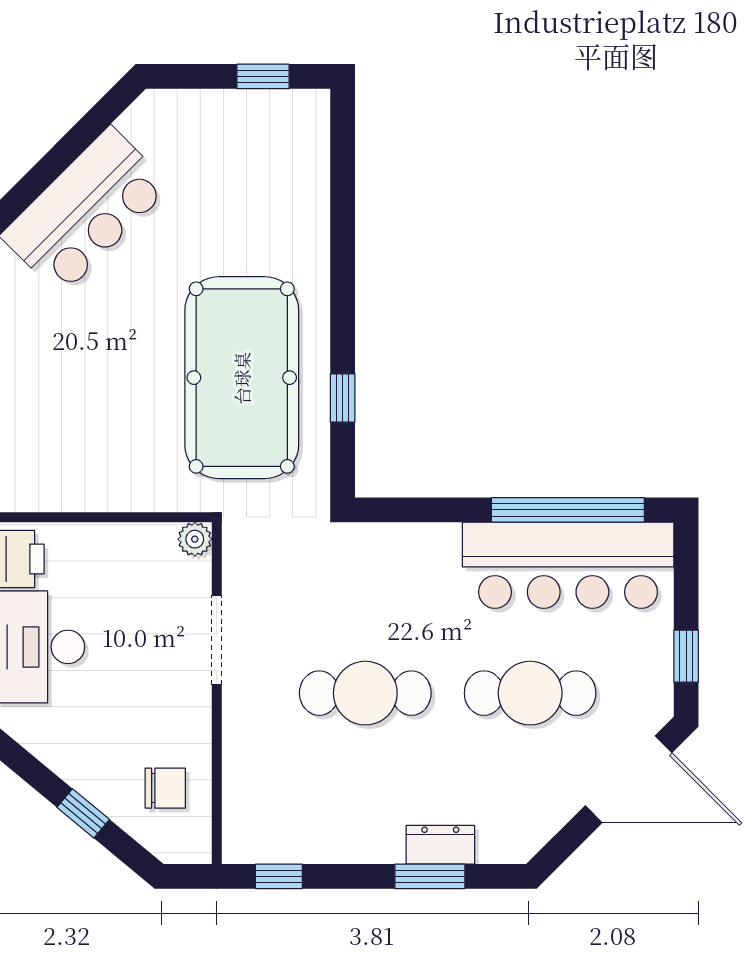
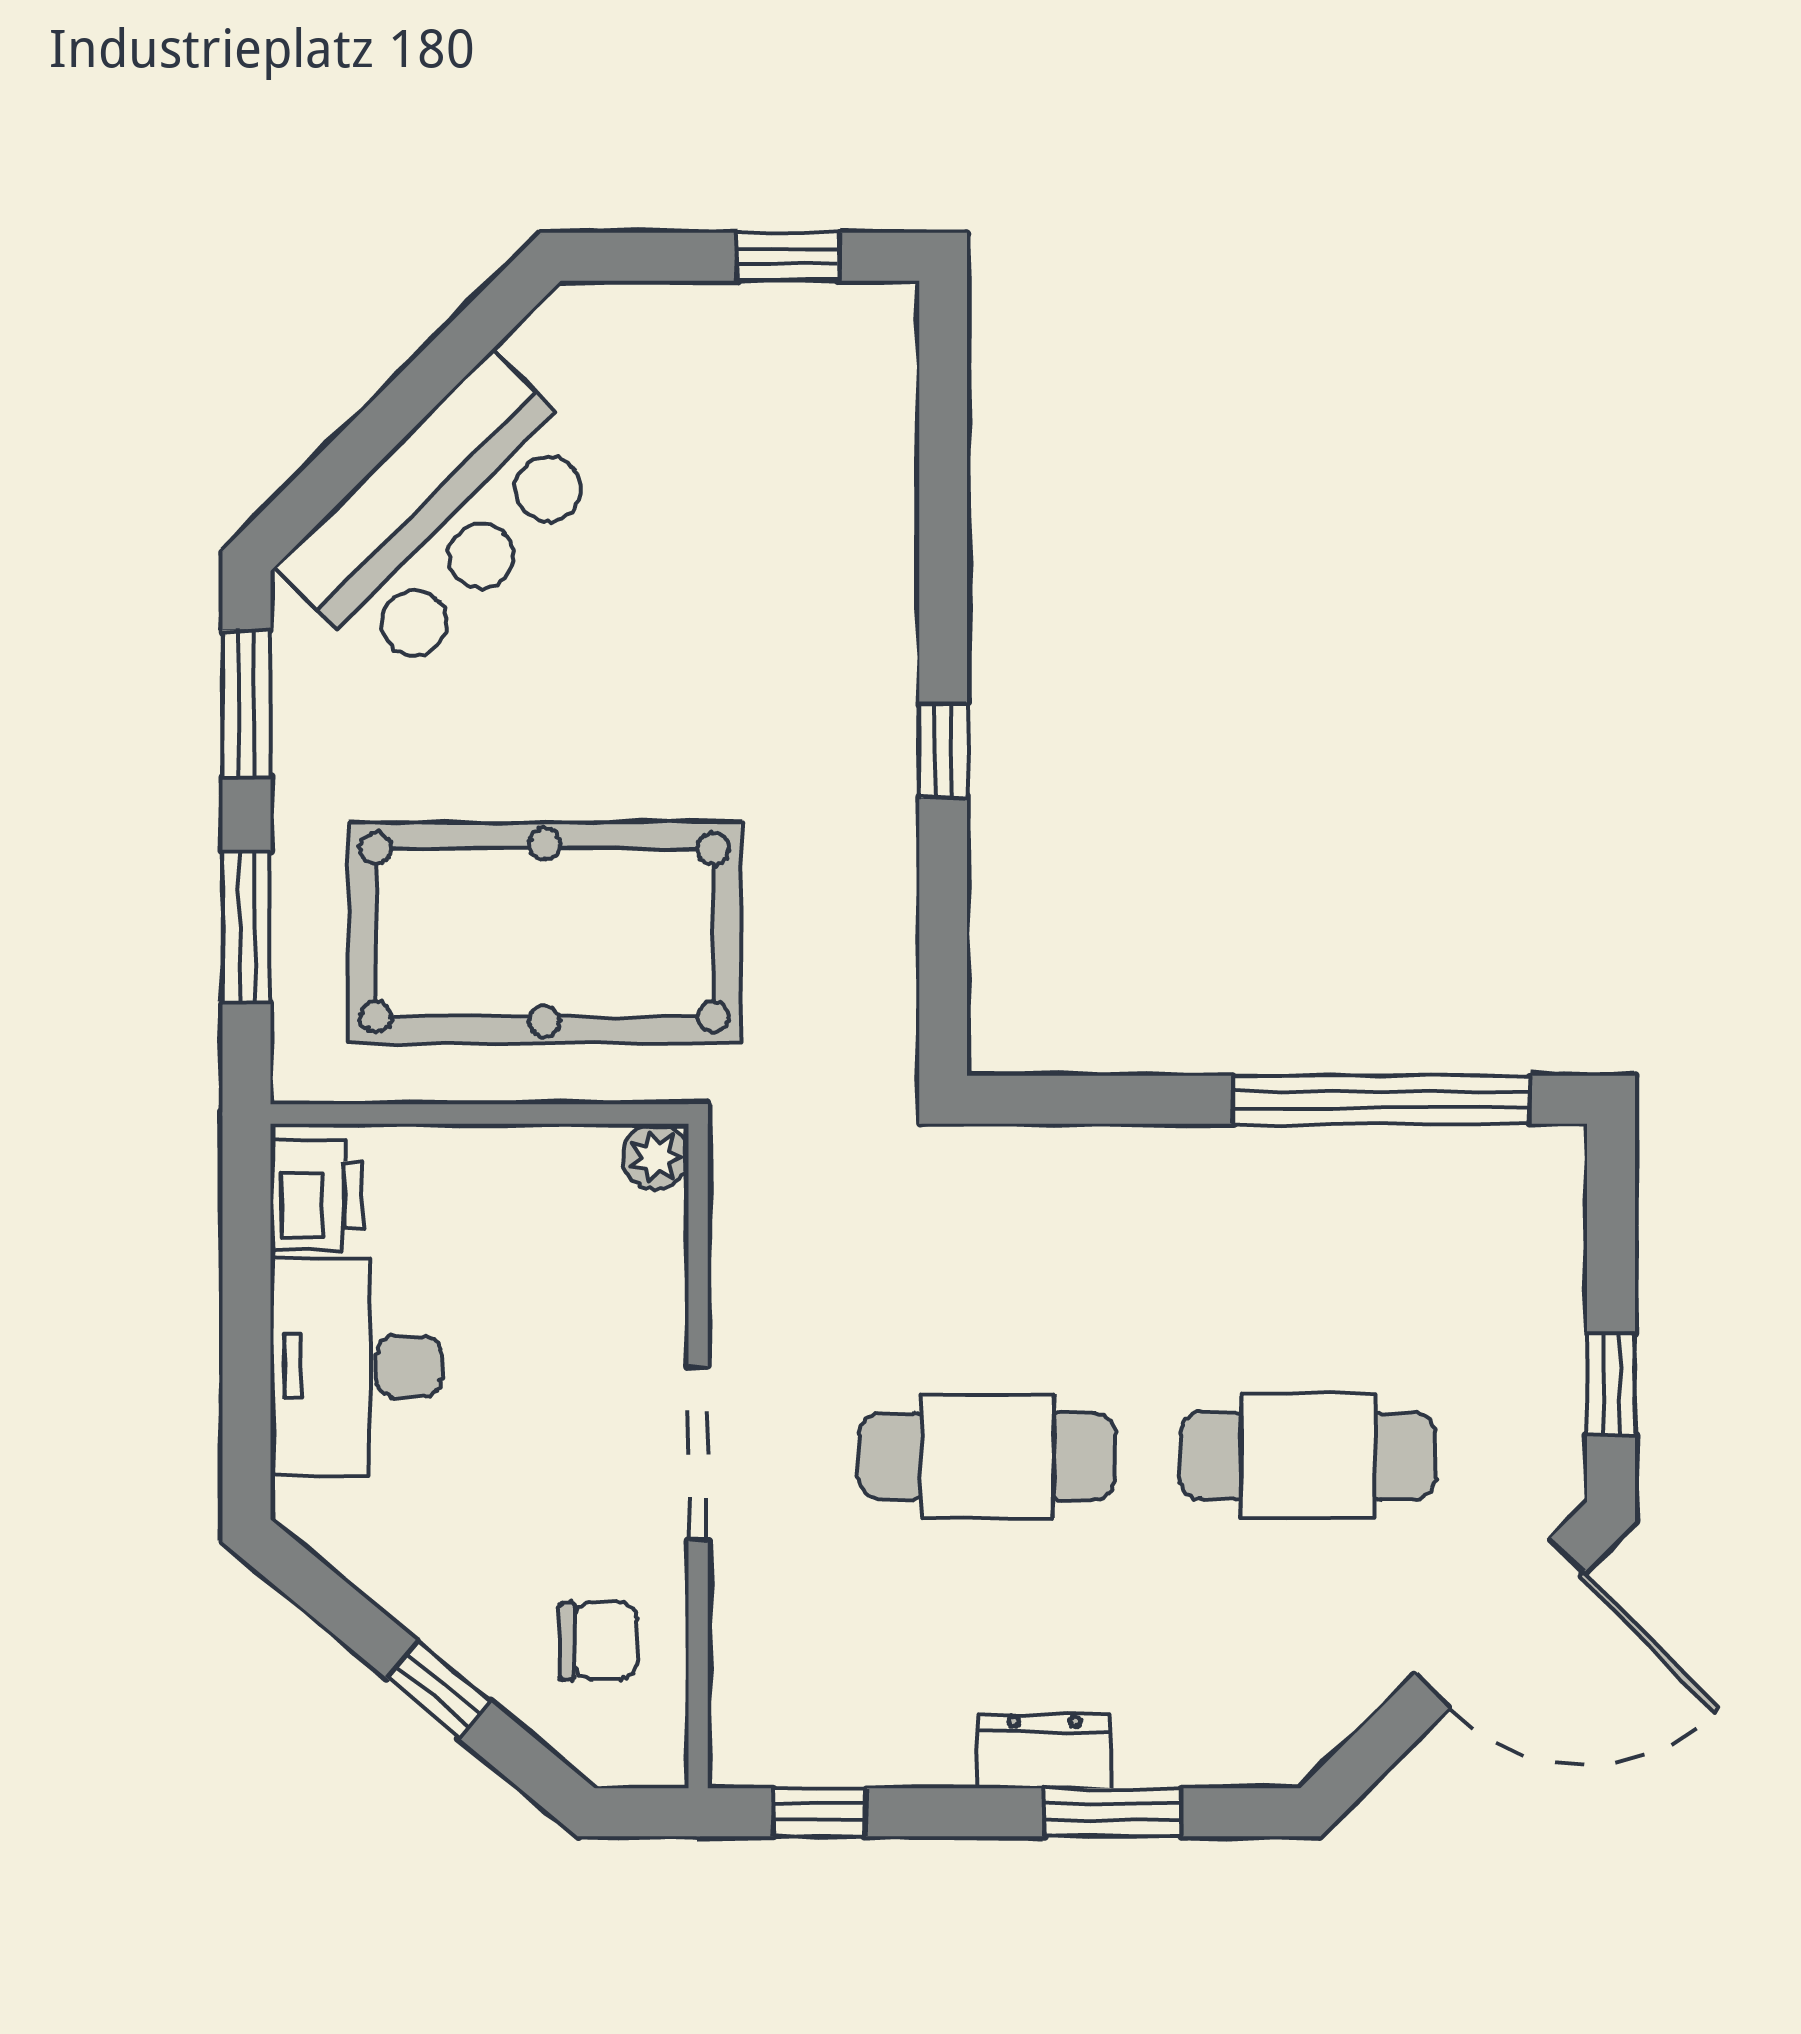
pool table: (242, 378) -> (544, 933), moved, turned 90
window: (343, 398) -> (943, 751), moved
bar counter: (568, 565) -> (1382, 1207), removed
doorway: (217, 640) -> (698, 1454), moved
dresser: (440, 845) -> (1045, 1751), moved

